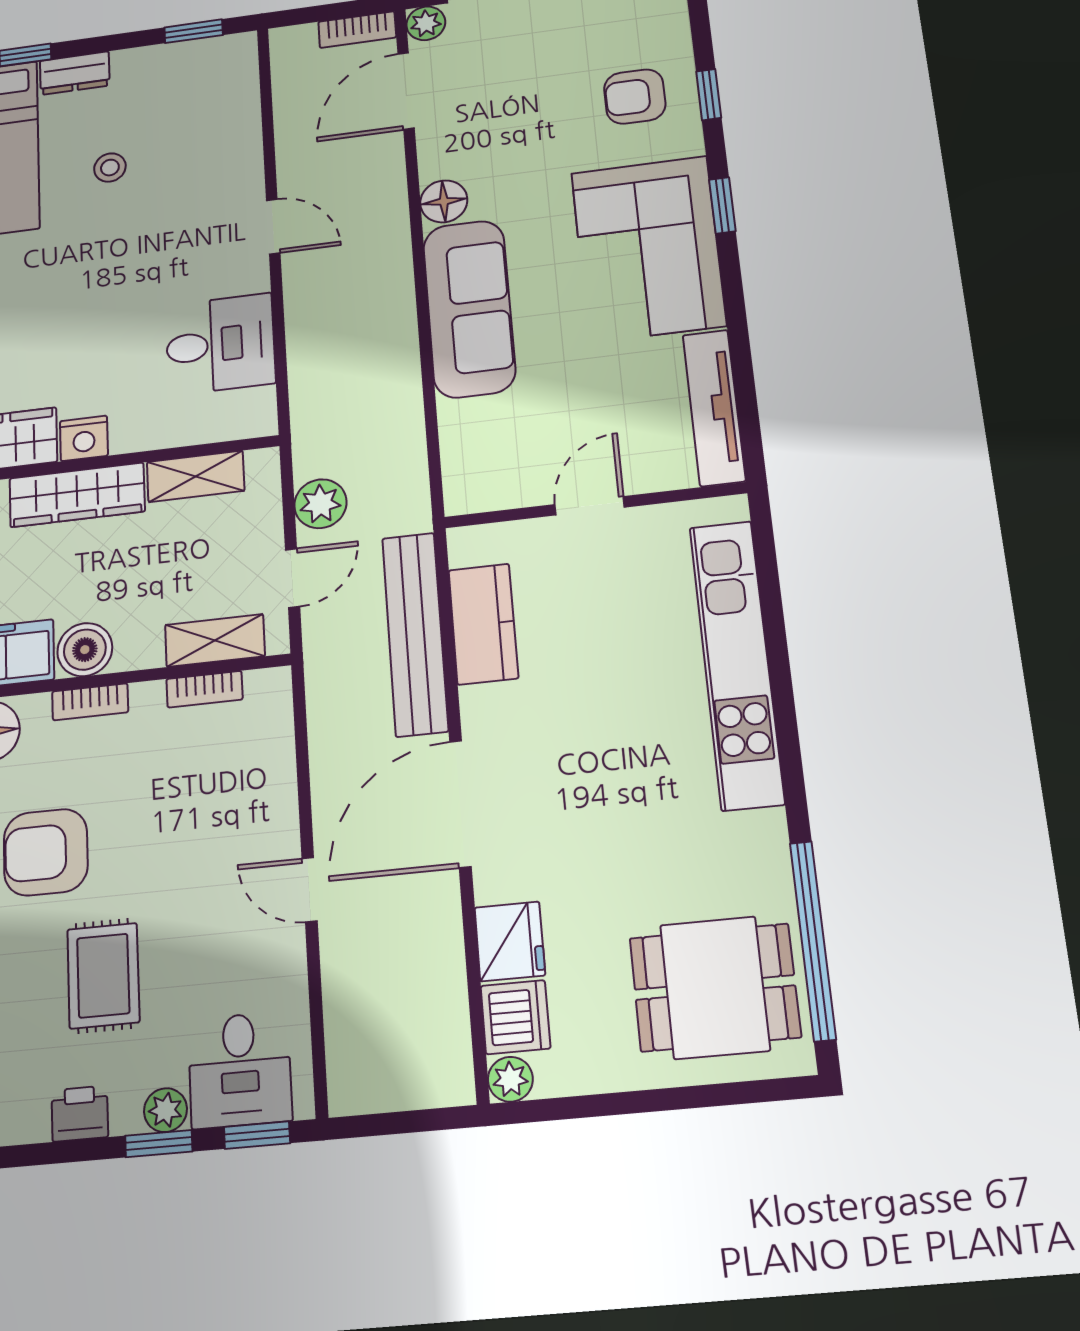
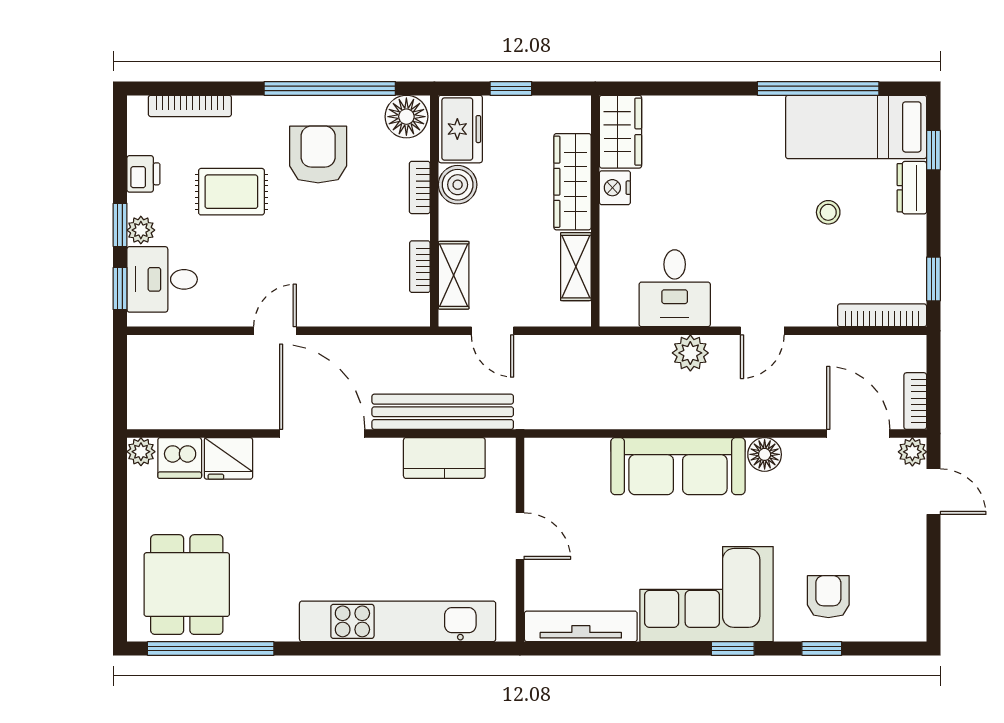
bookcase: (245, 85) -> (882, 315), added
plant: (320, 504) -> (690, 353), moved

